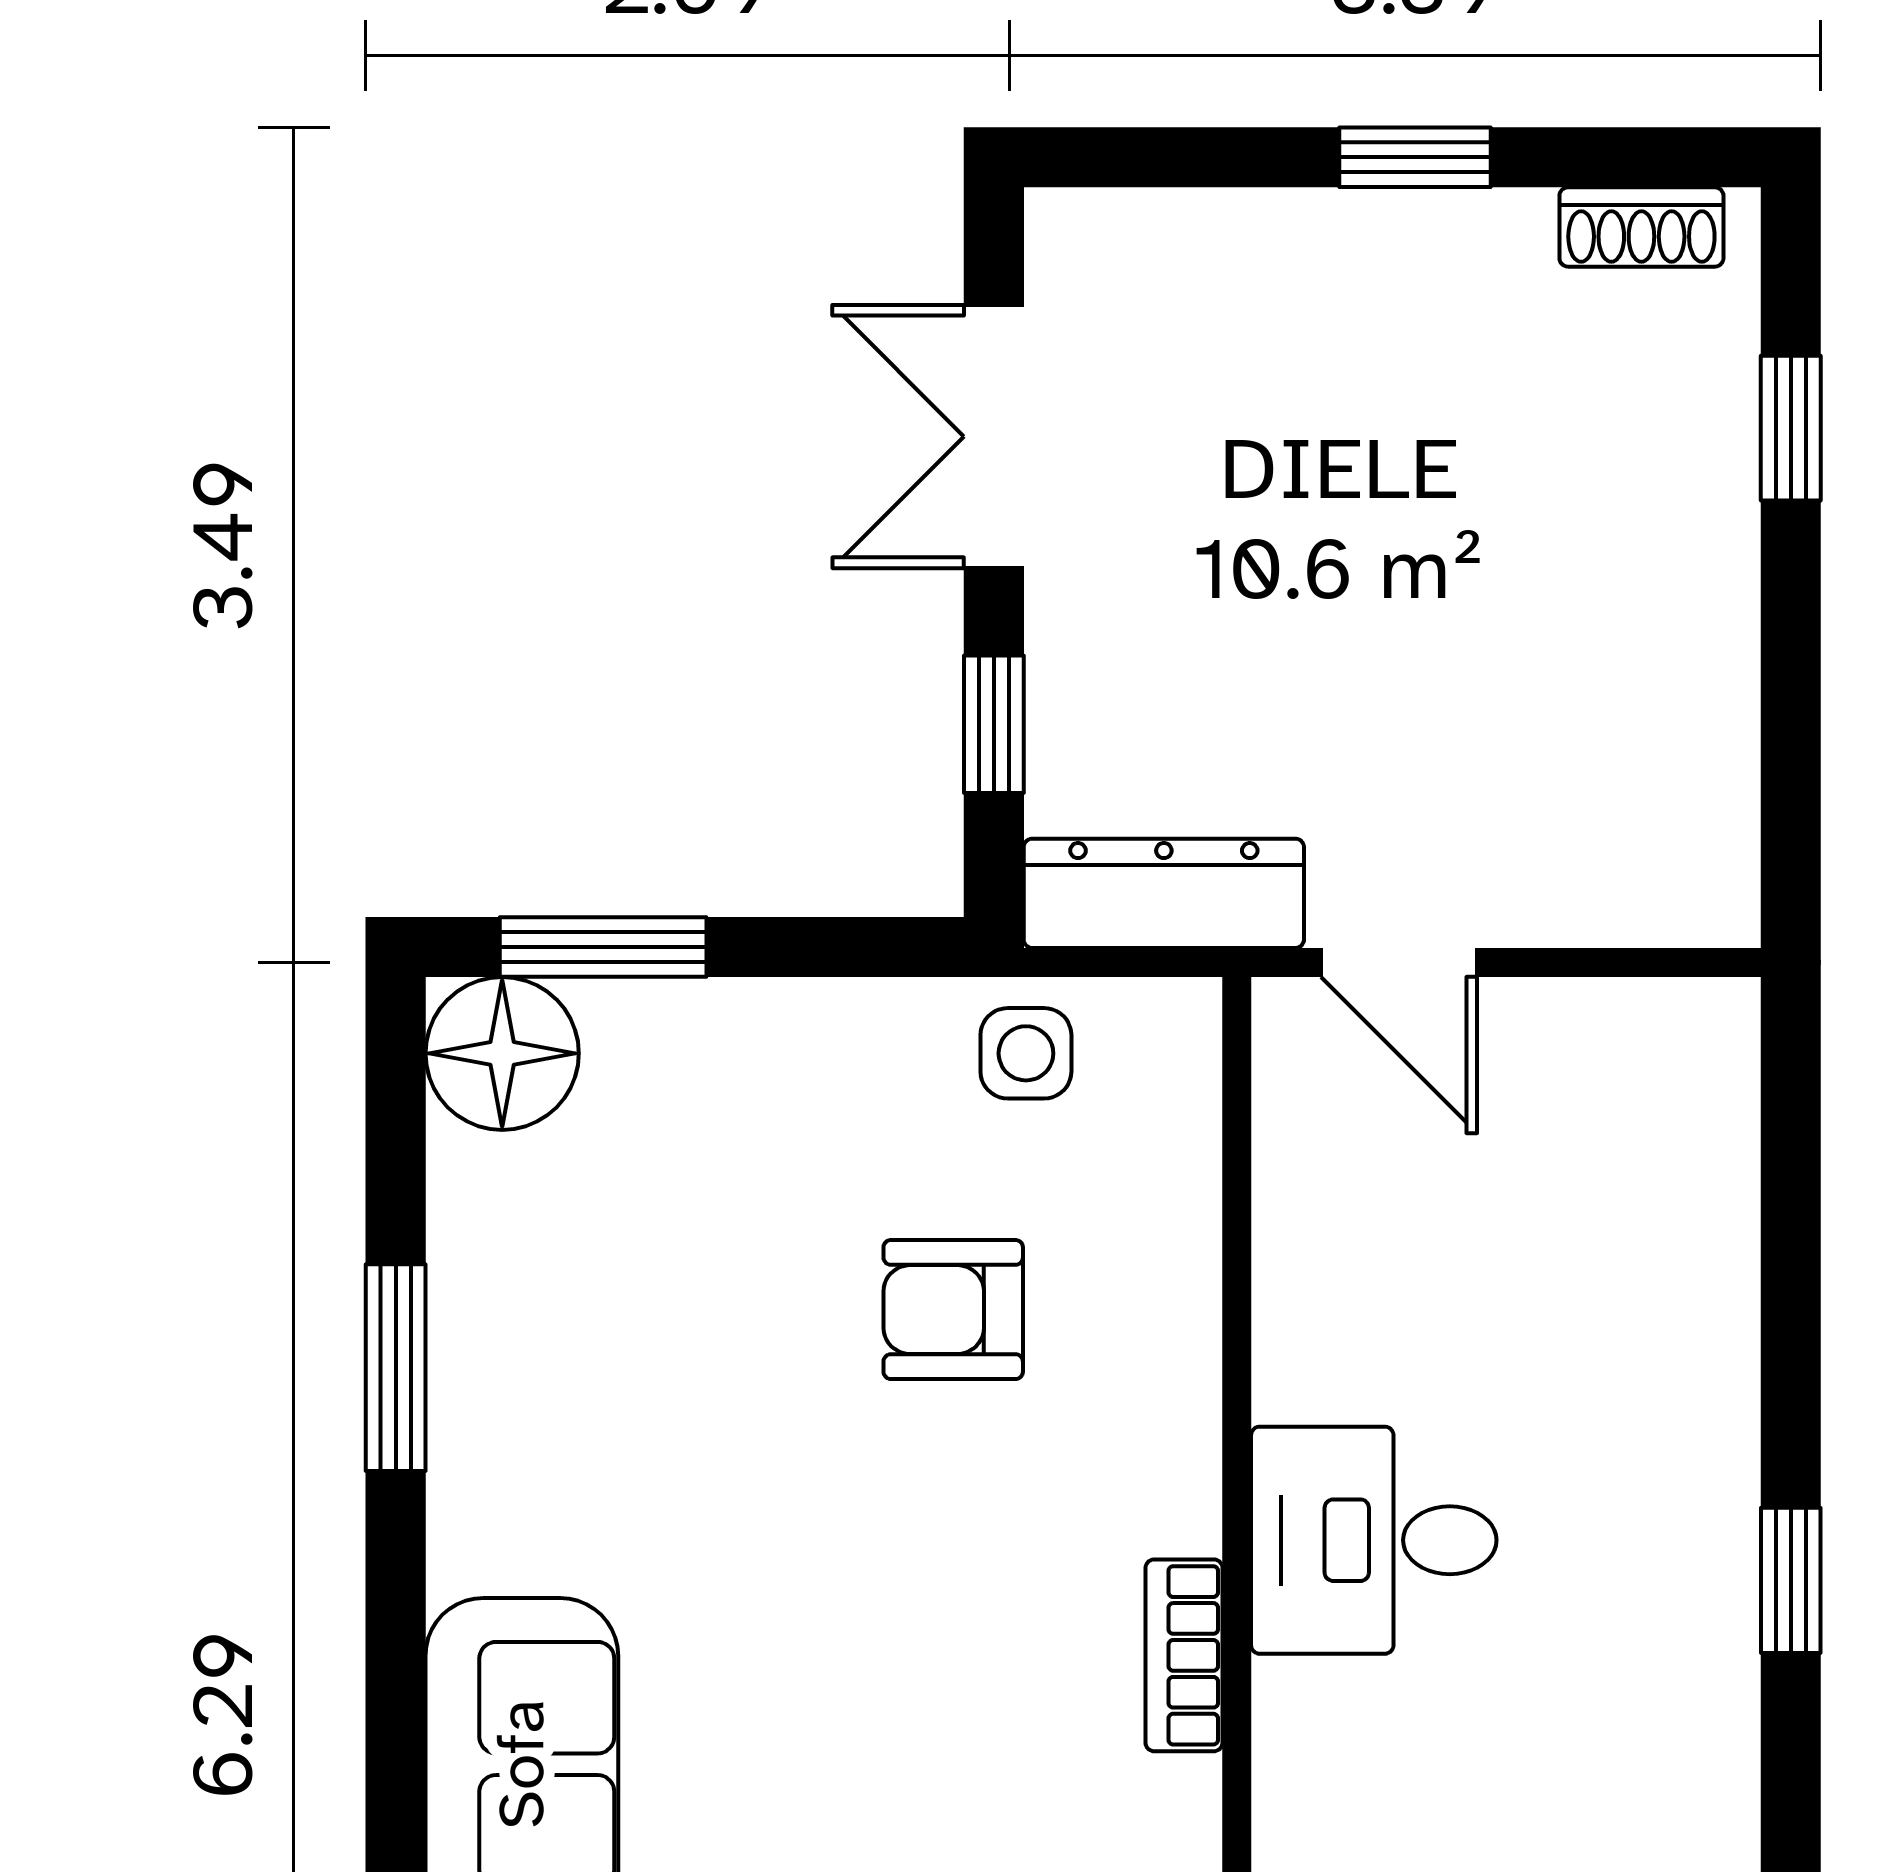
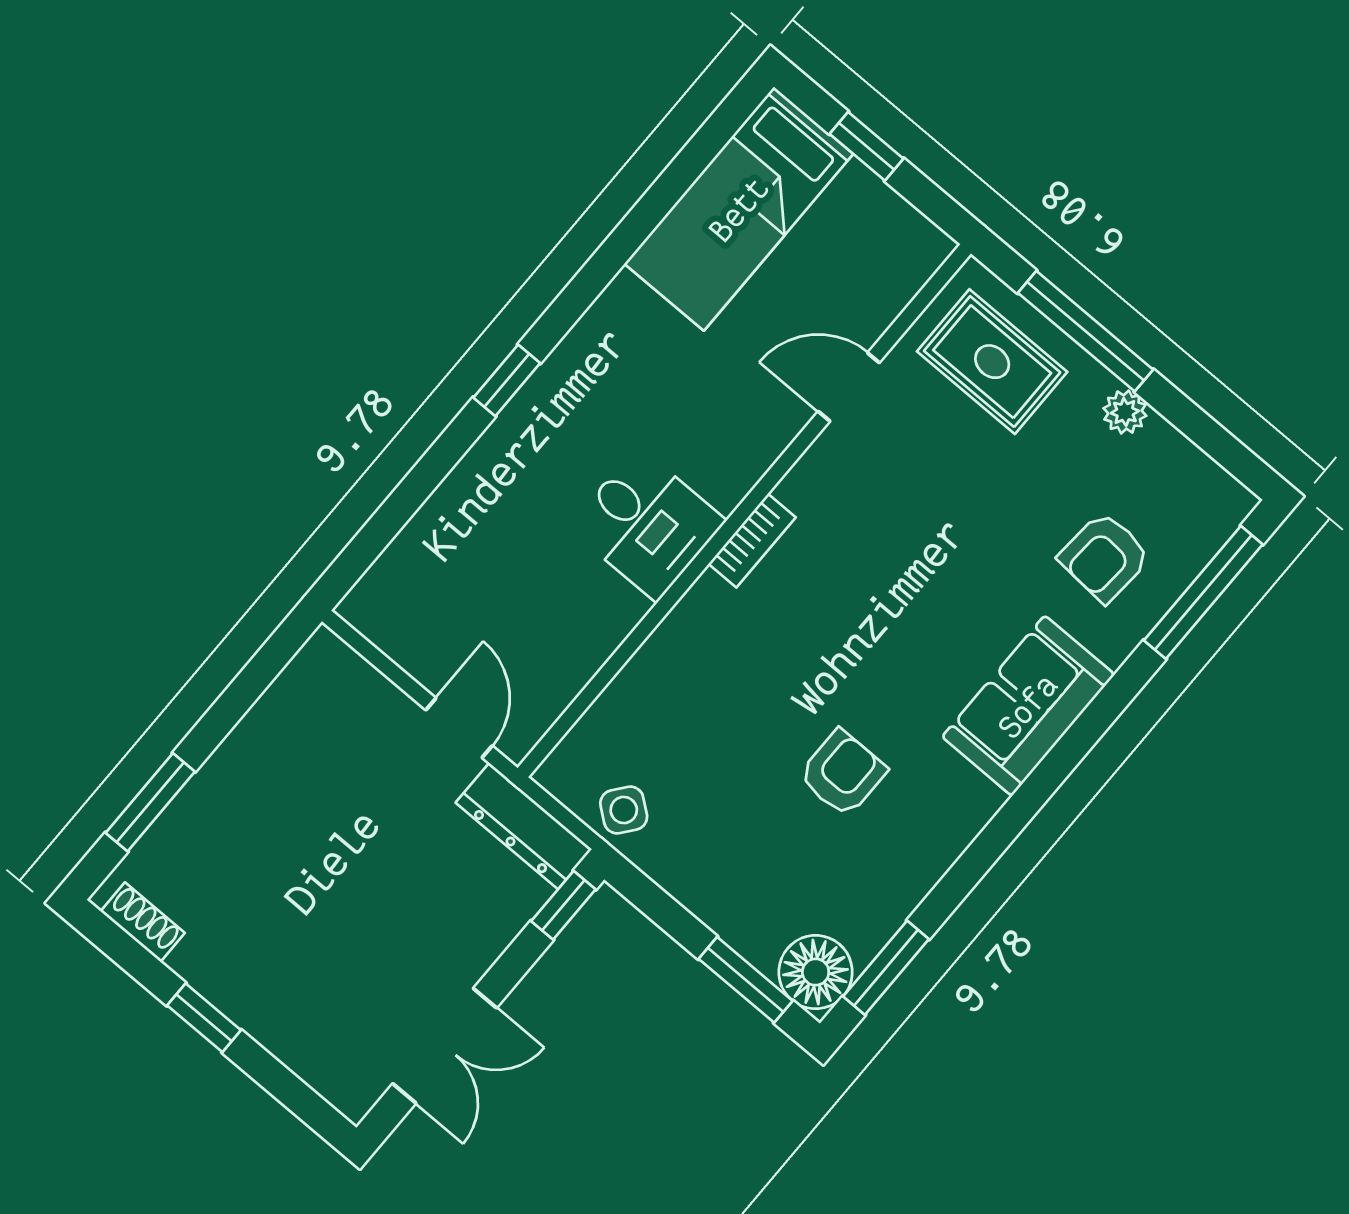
window: (1791, 428) -> (150, 802), width x1.50
window: (994, 724) -> (563, 905), moved
side table: (1026, 1053) -> (624, 810), turned 38
armchair: (953, 1310) -> (843, 773), moved, turned -90
window: (396, 1368) -> (886, 968), moved

